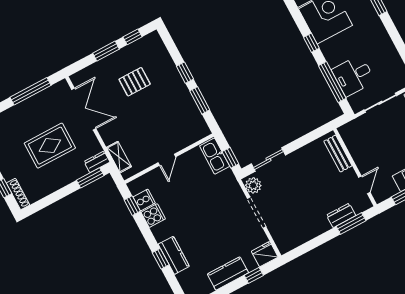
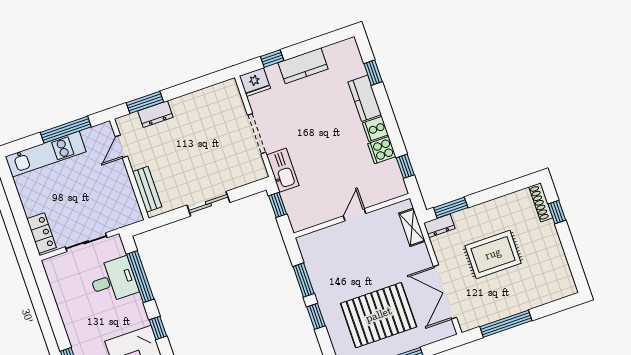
pallet: (135, 82) -> (379, 315), width x2.05, depth x2.00
kitchen sink: (215, 156) -> (283, 170), moved
sliding door: (268, 159) -> (208, 204), moved
plant: (253, 185) -> (255, 167), removed
cooker: (144, 200) -> (375, 129), moved
window: (161, 259) -> (373, 73), moved

